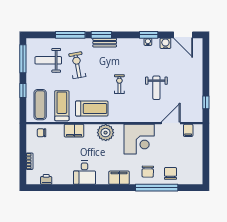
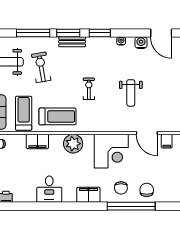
window: (149, 35) -> (100, 33), moved
door: (171, 123) -> (147, 133), swing flipped

